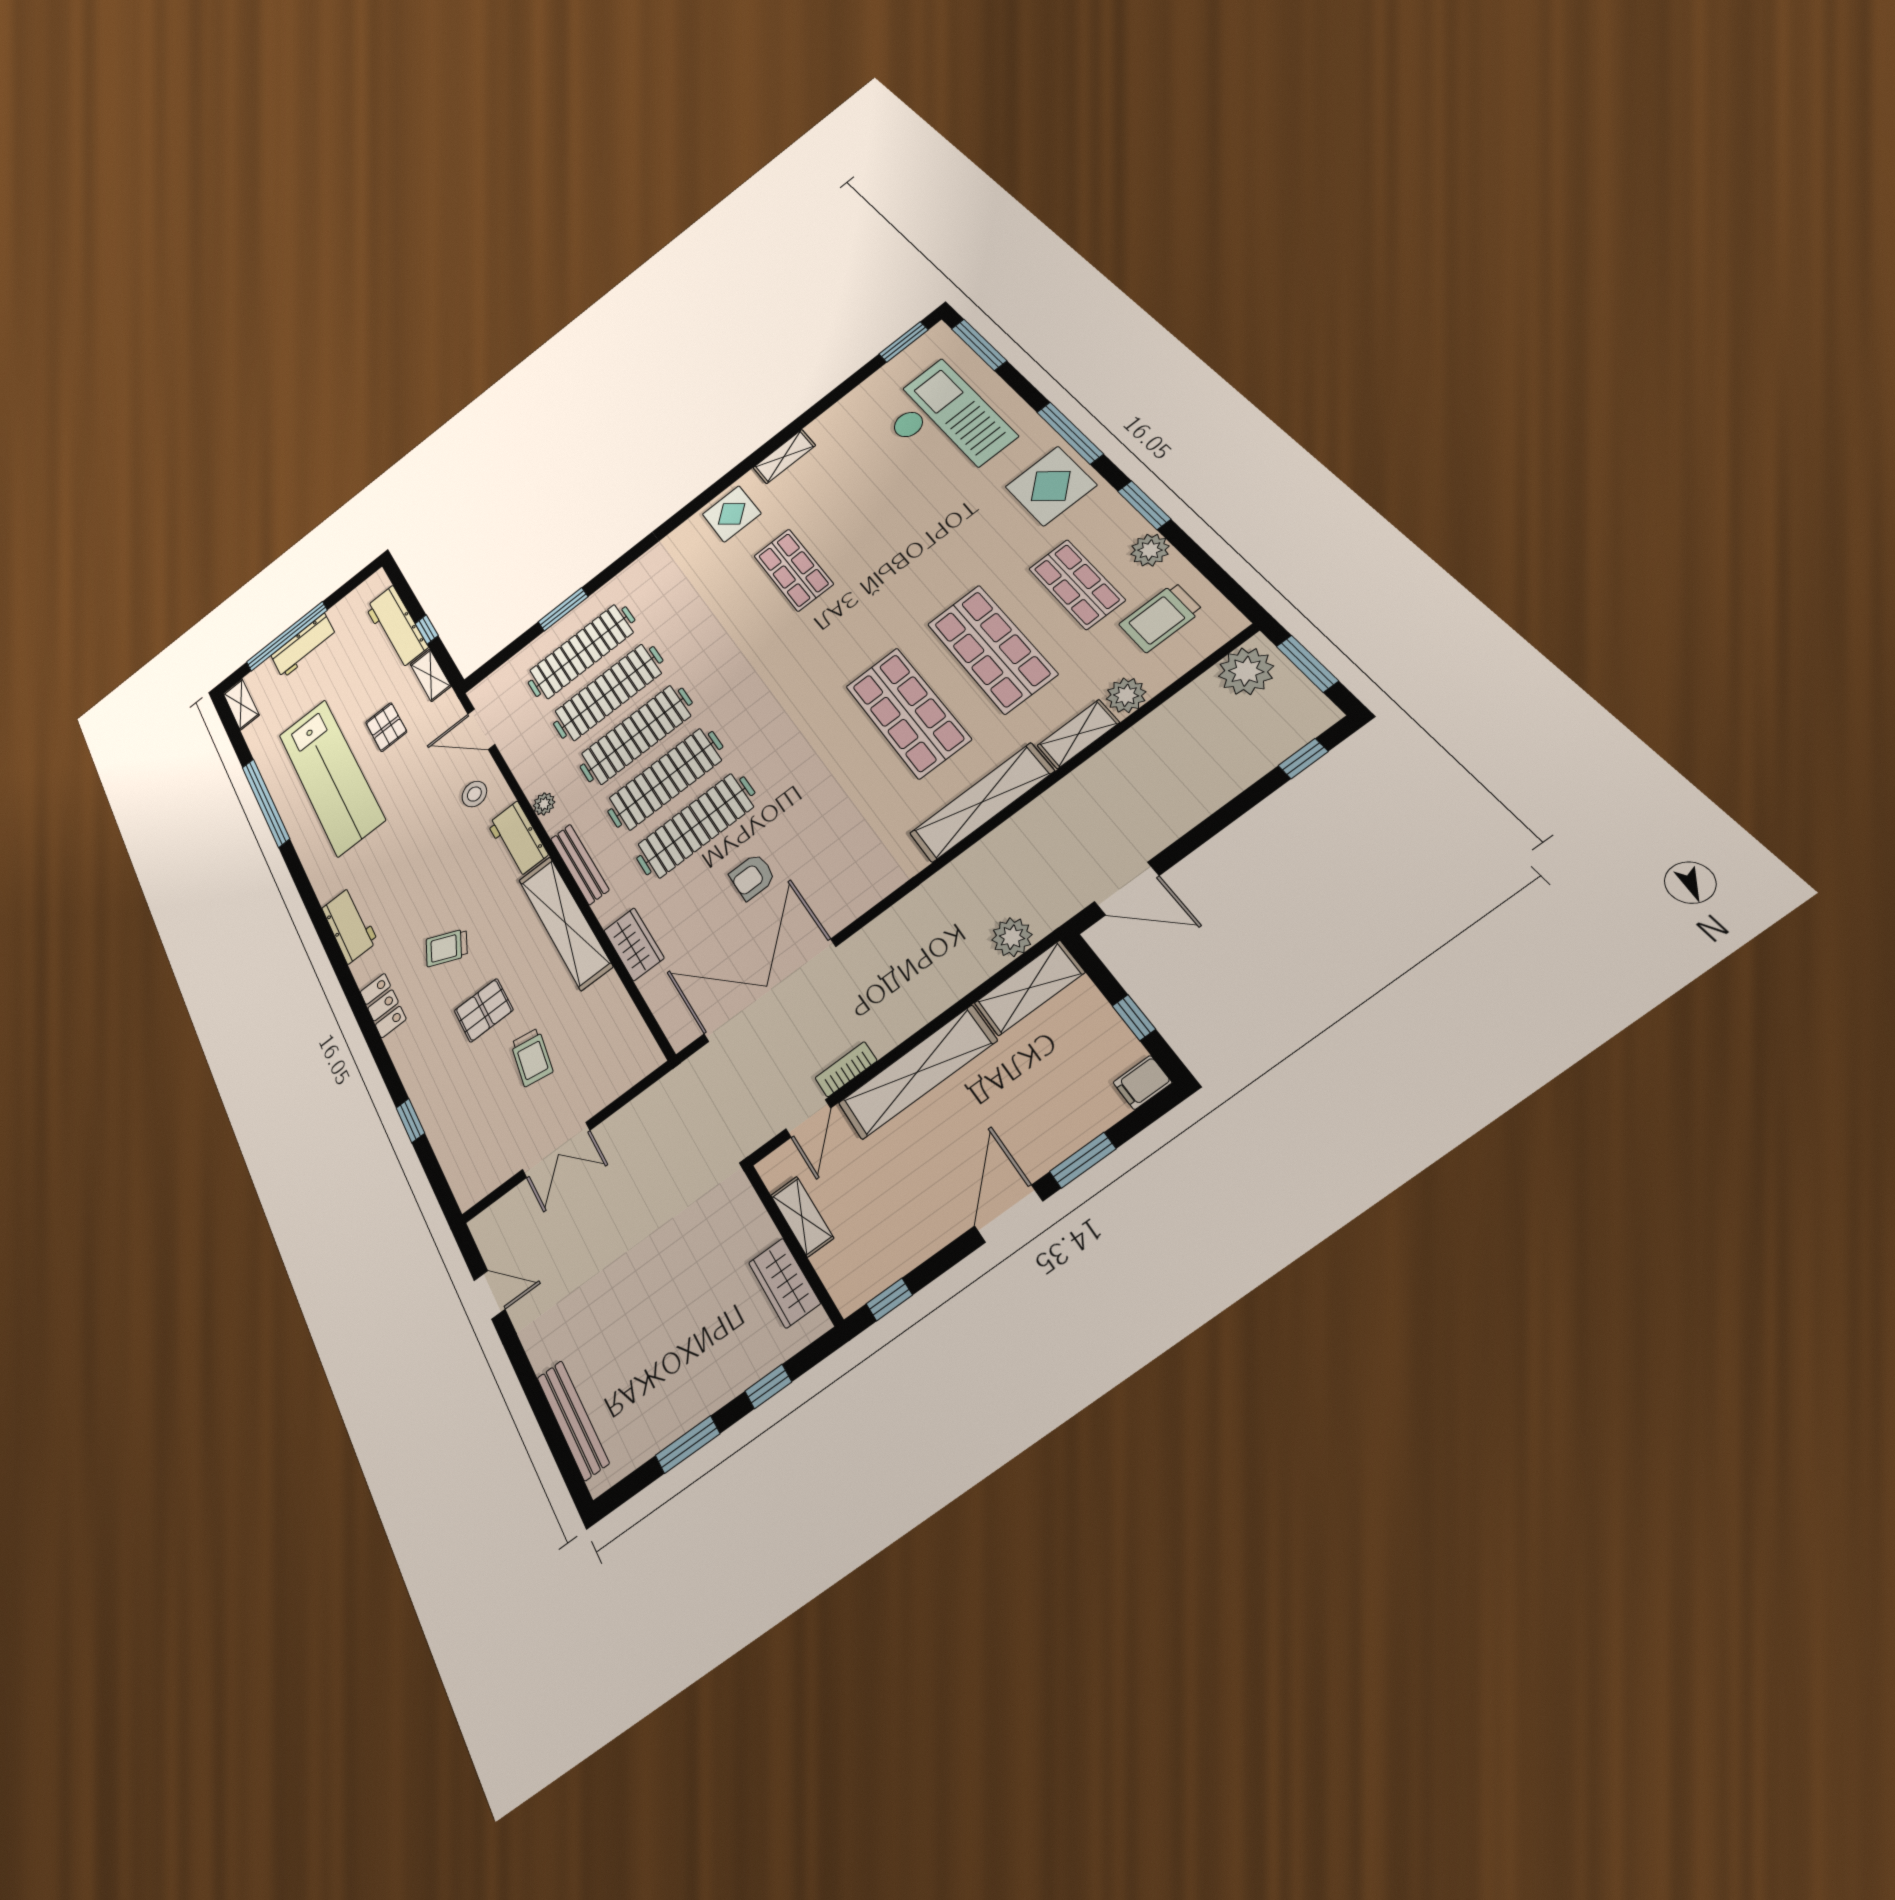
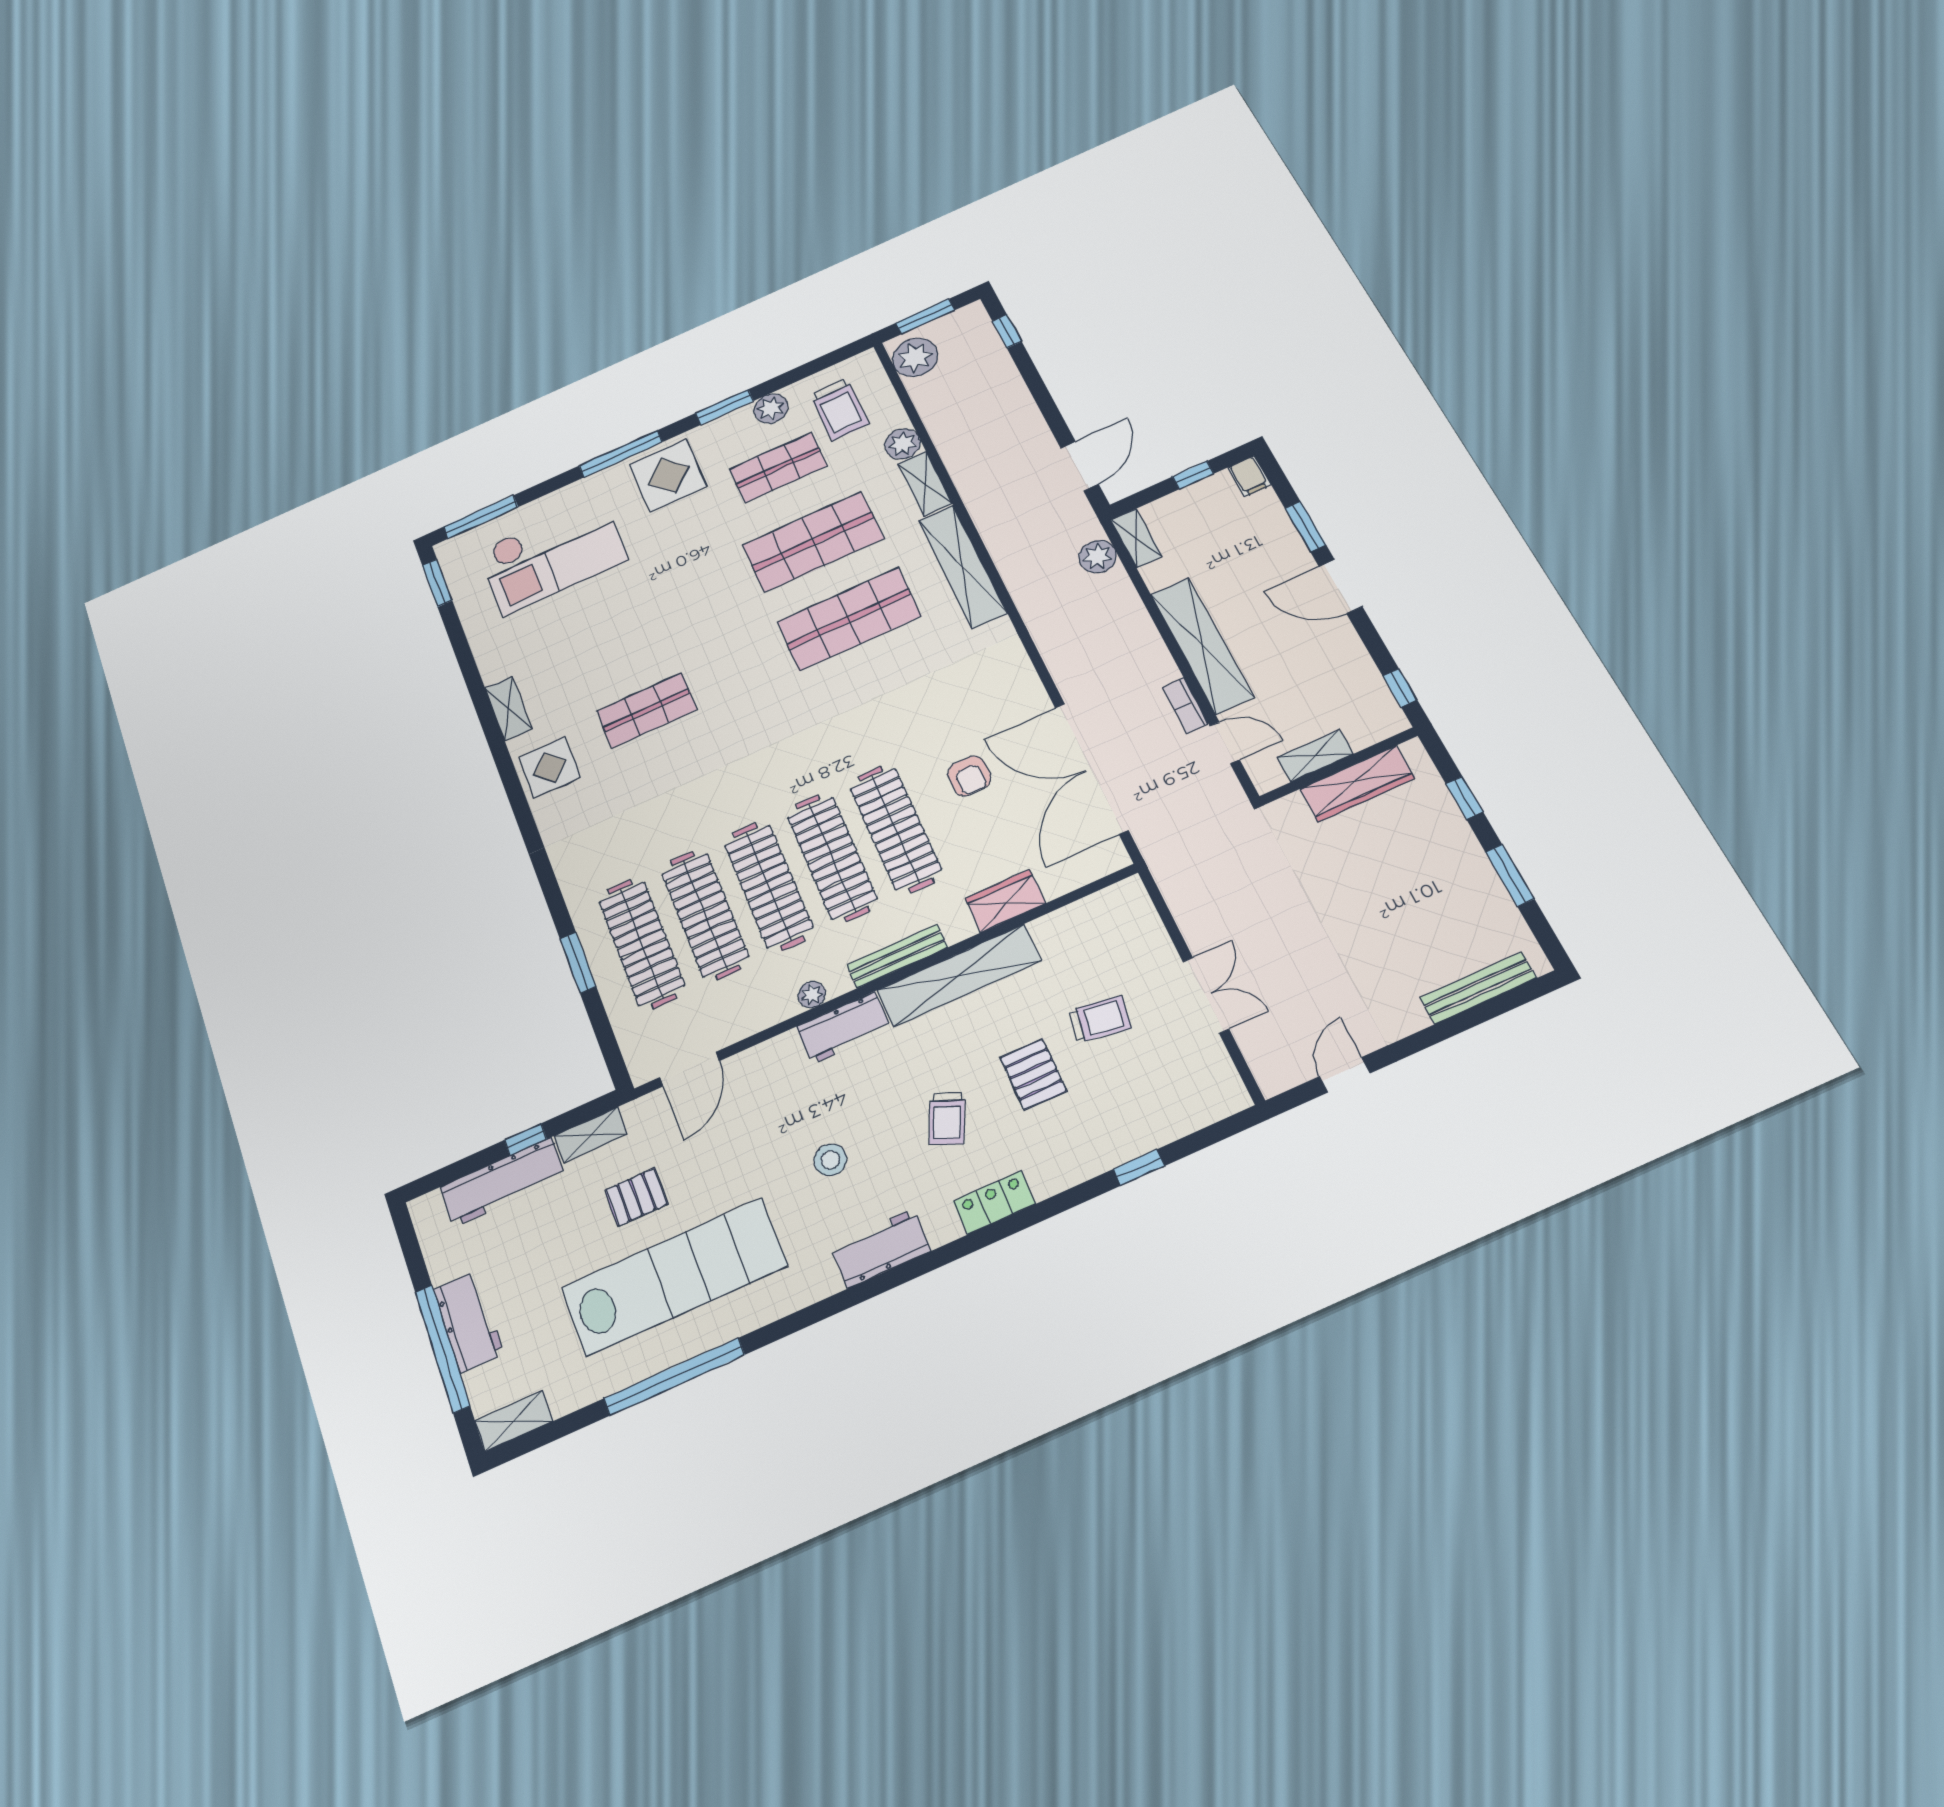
checkout: (945, 423) -> (553, 555), turned 180
stool: (474, 794) -> (830, 1160), moved
shelving: (1029, 988) -> (1136, 538), width x0.67, depth x0.75
wardrobe: (784, 1283) -> (1357, 784), width x1.50

